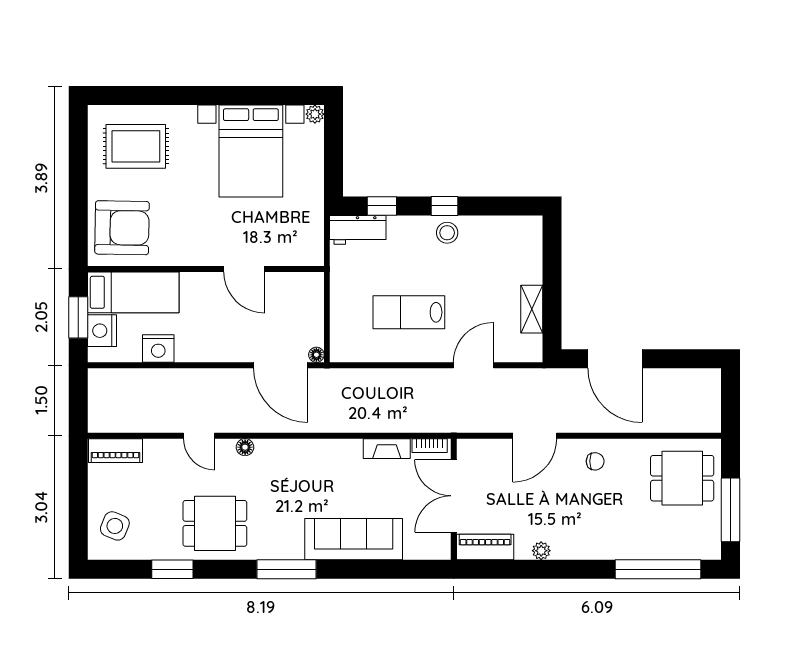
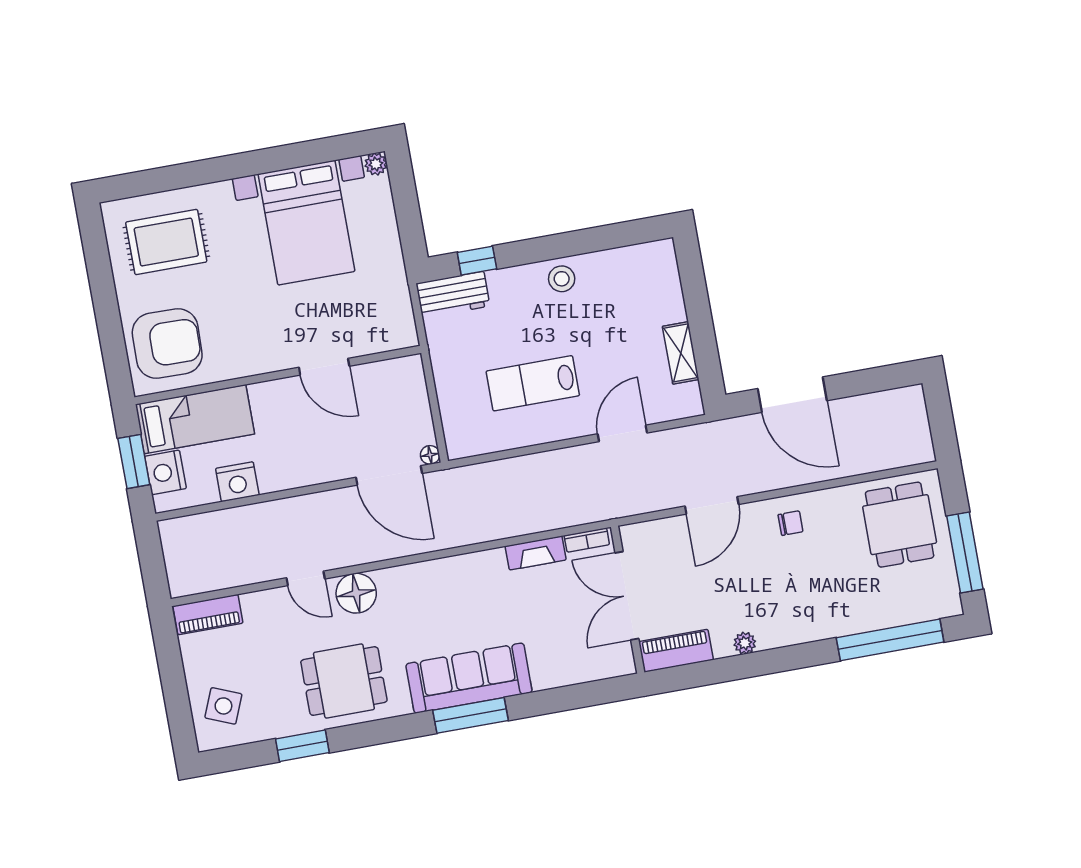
window: (444, 206) -> (553, 247), removed
floor lamp: (245, 447) -> (356, 593), width x1.89, depth x1.89
dining table: (682, 478) -> (900, 525), turned 90
sofa: (354, 539) -> (469, 678), moved
window: (287, 569) -> (470, 715), moved

